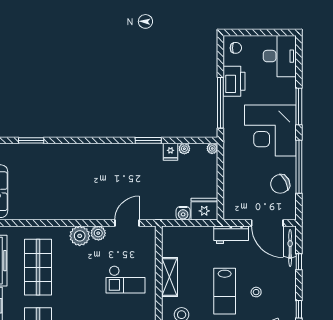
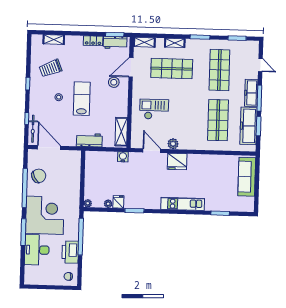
desk: (280, 56) -> (37, 250), moved
kitchen unit: (83, 151) -> (183, 204), added
fridge: (204, 209) -> (177, 162), moved
water cooler: (183, 213) -> (123, 157), moved
door: (127, 223) -> (152, 151), swing flipped
workbench: (231, 235) -> (89, 140), moved
plant: (80, 236) -> (187, 142), removed
shelving: (169, 277) -> (121, 132), moved

